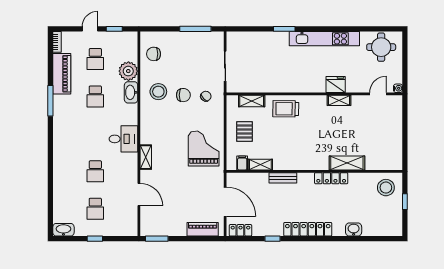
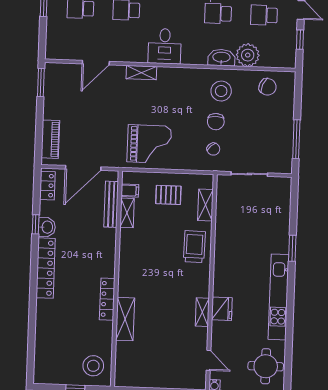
chair: (154, 54) -> (268, 87), turned 114
bench: (283, 178) -> (111, 204), moved, width x1.36
washbasin: (354, 229) -> (47, 227), moved

